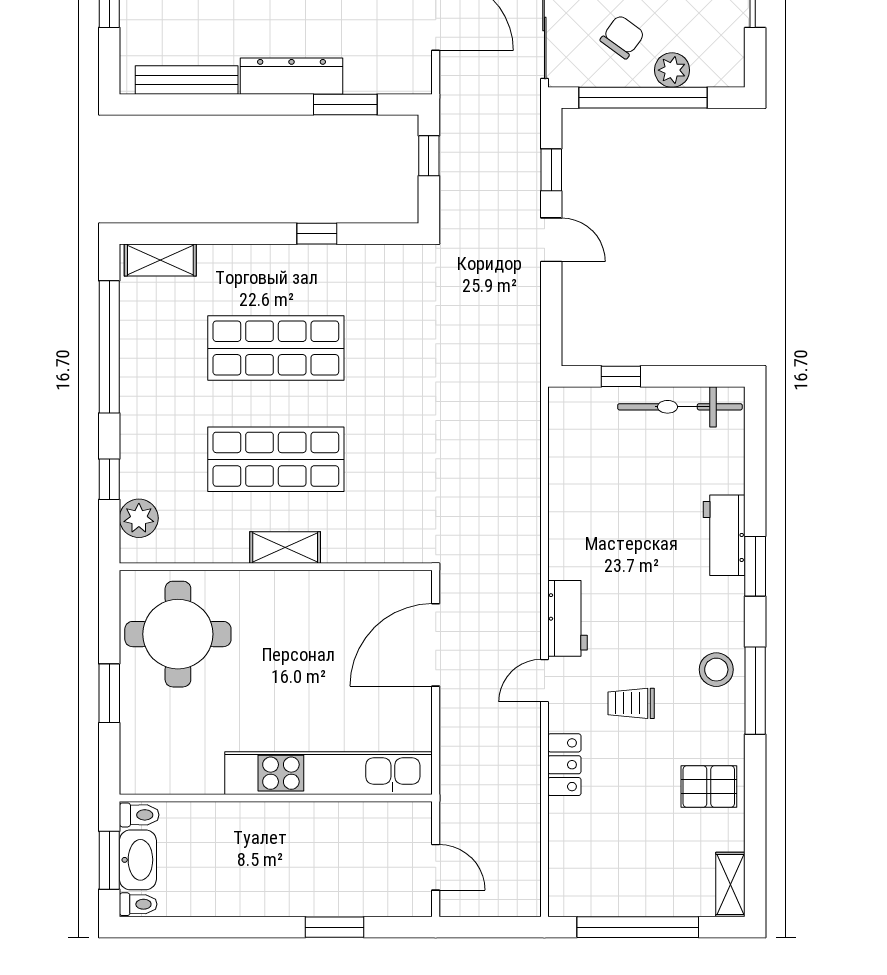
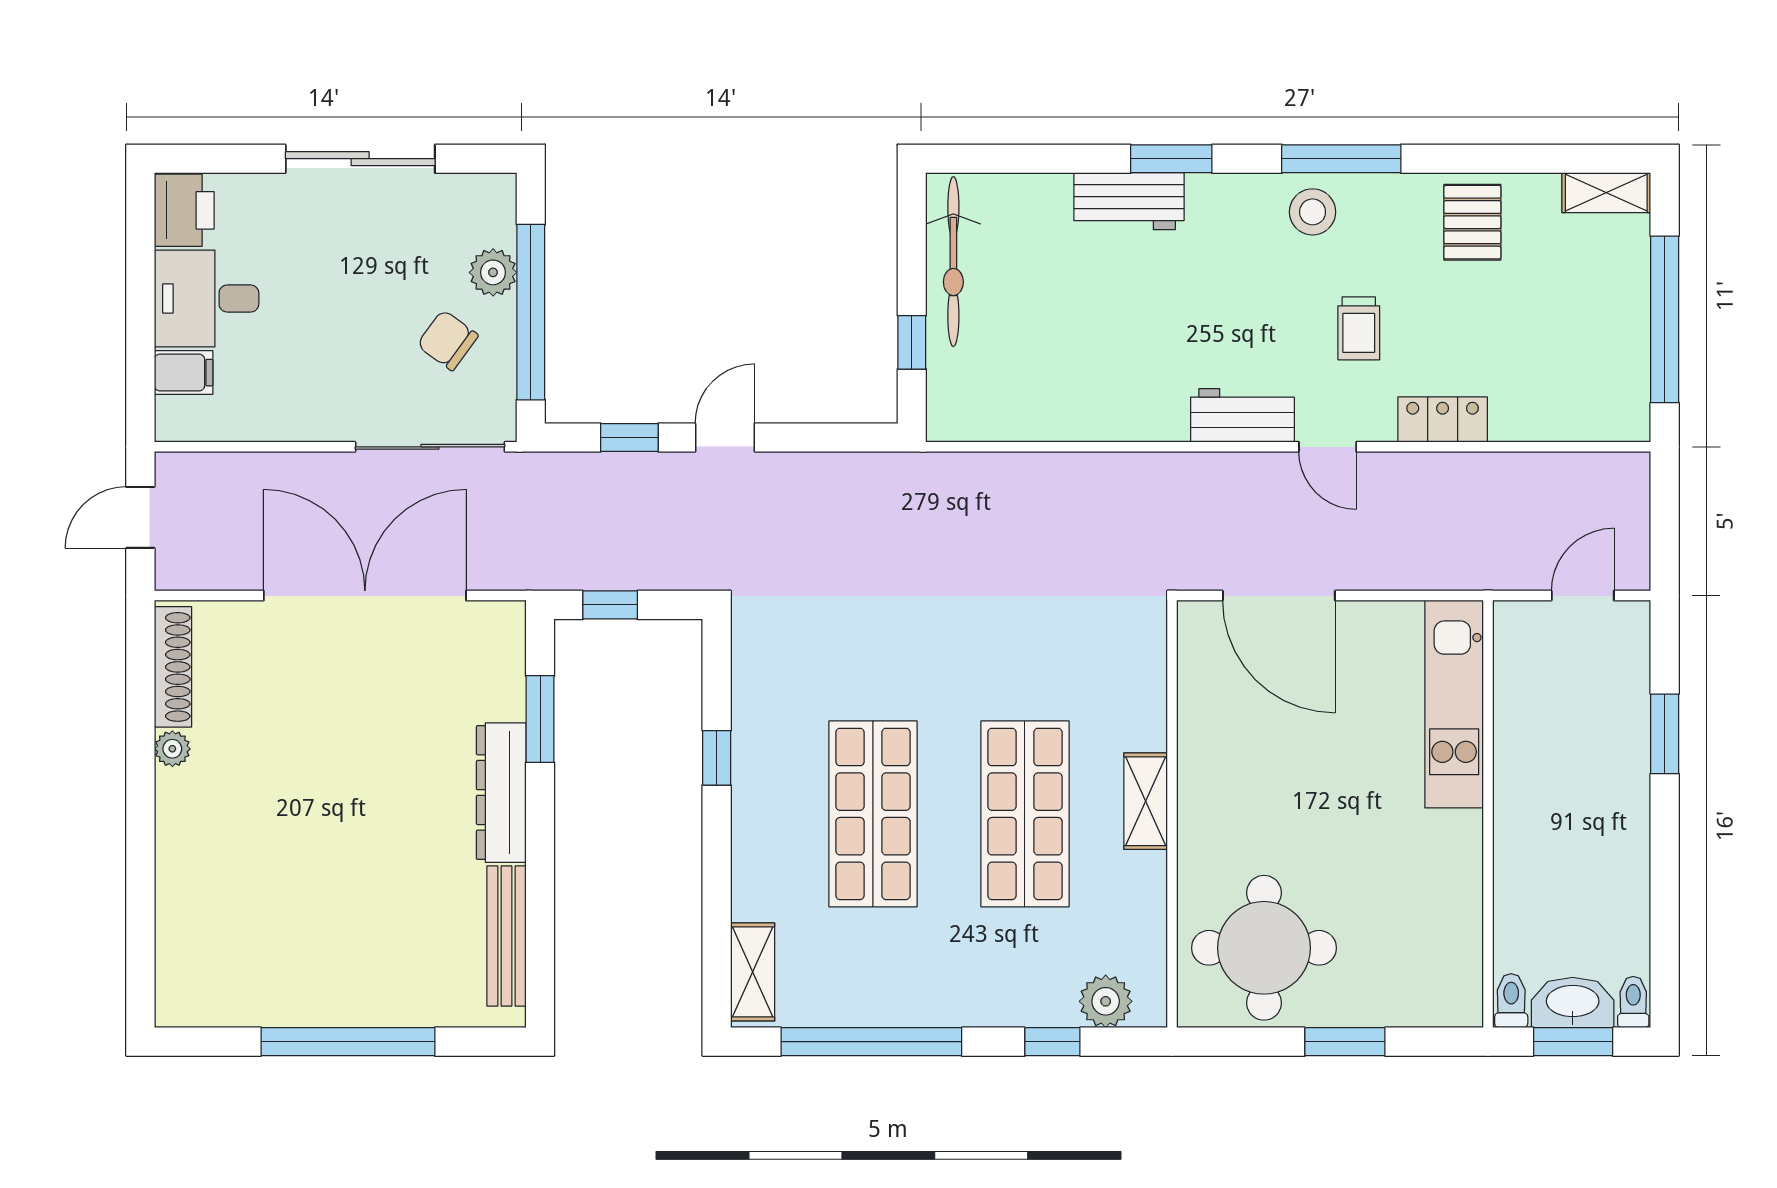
kitchen unit: (329, 773) -> (1454, 704), width x0.73

